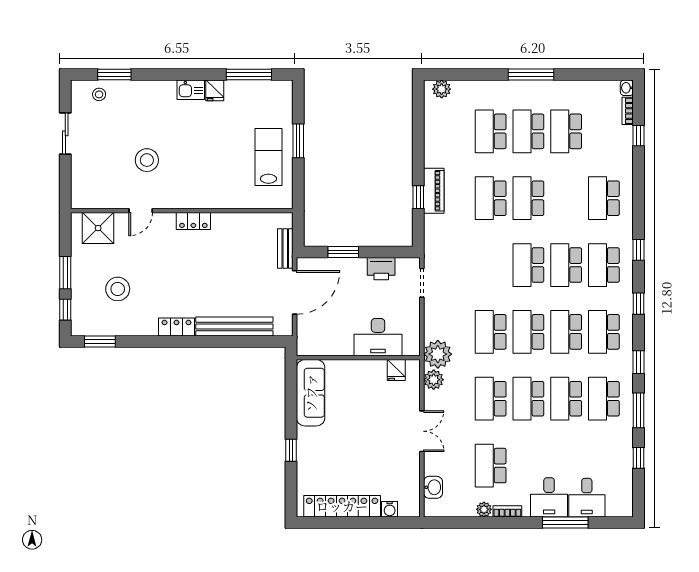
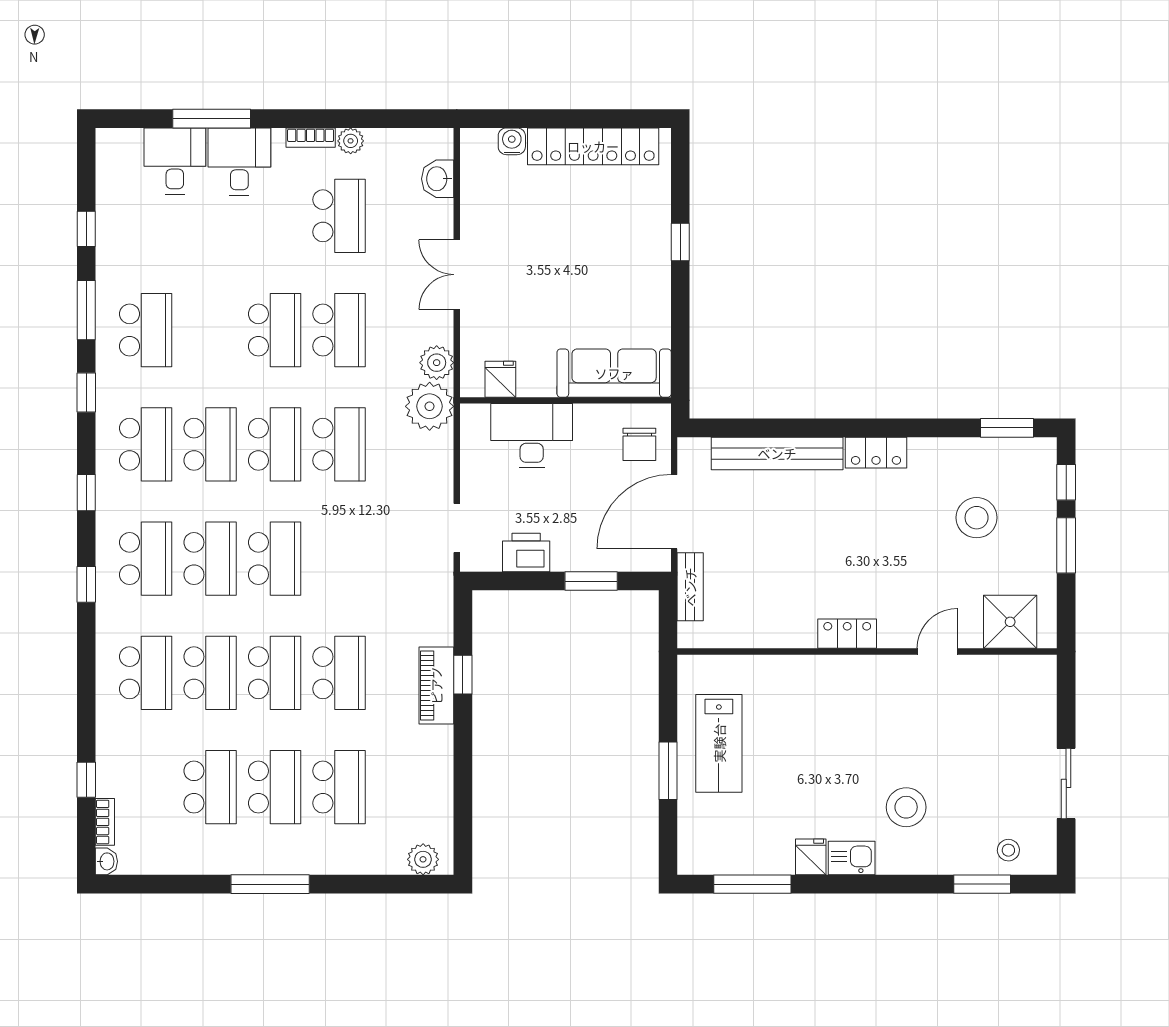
stool: (147, 160) -> (906, 807), moved
chair: (315, 332) -> (639, 444), added
sofa: (311, 393) -> (614, 373), moved, turned 90
school desk: (566, 399) -> (210, 673), moved

